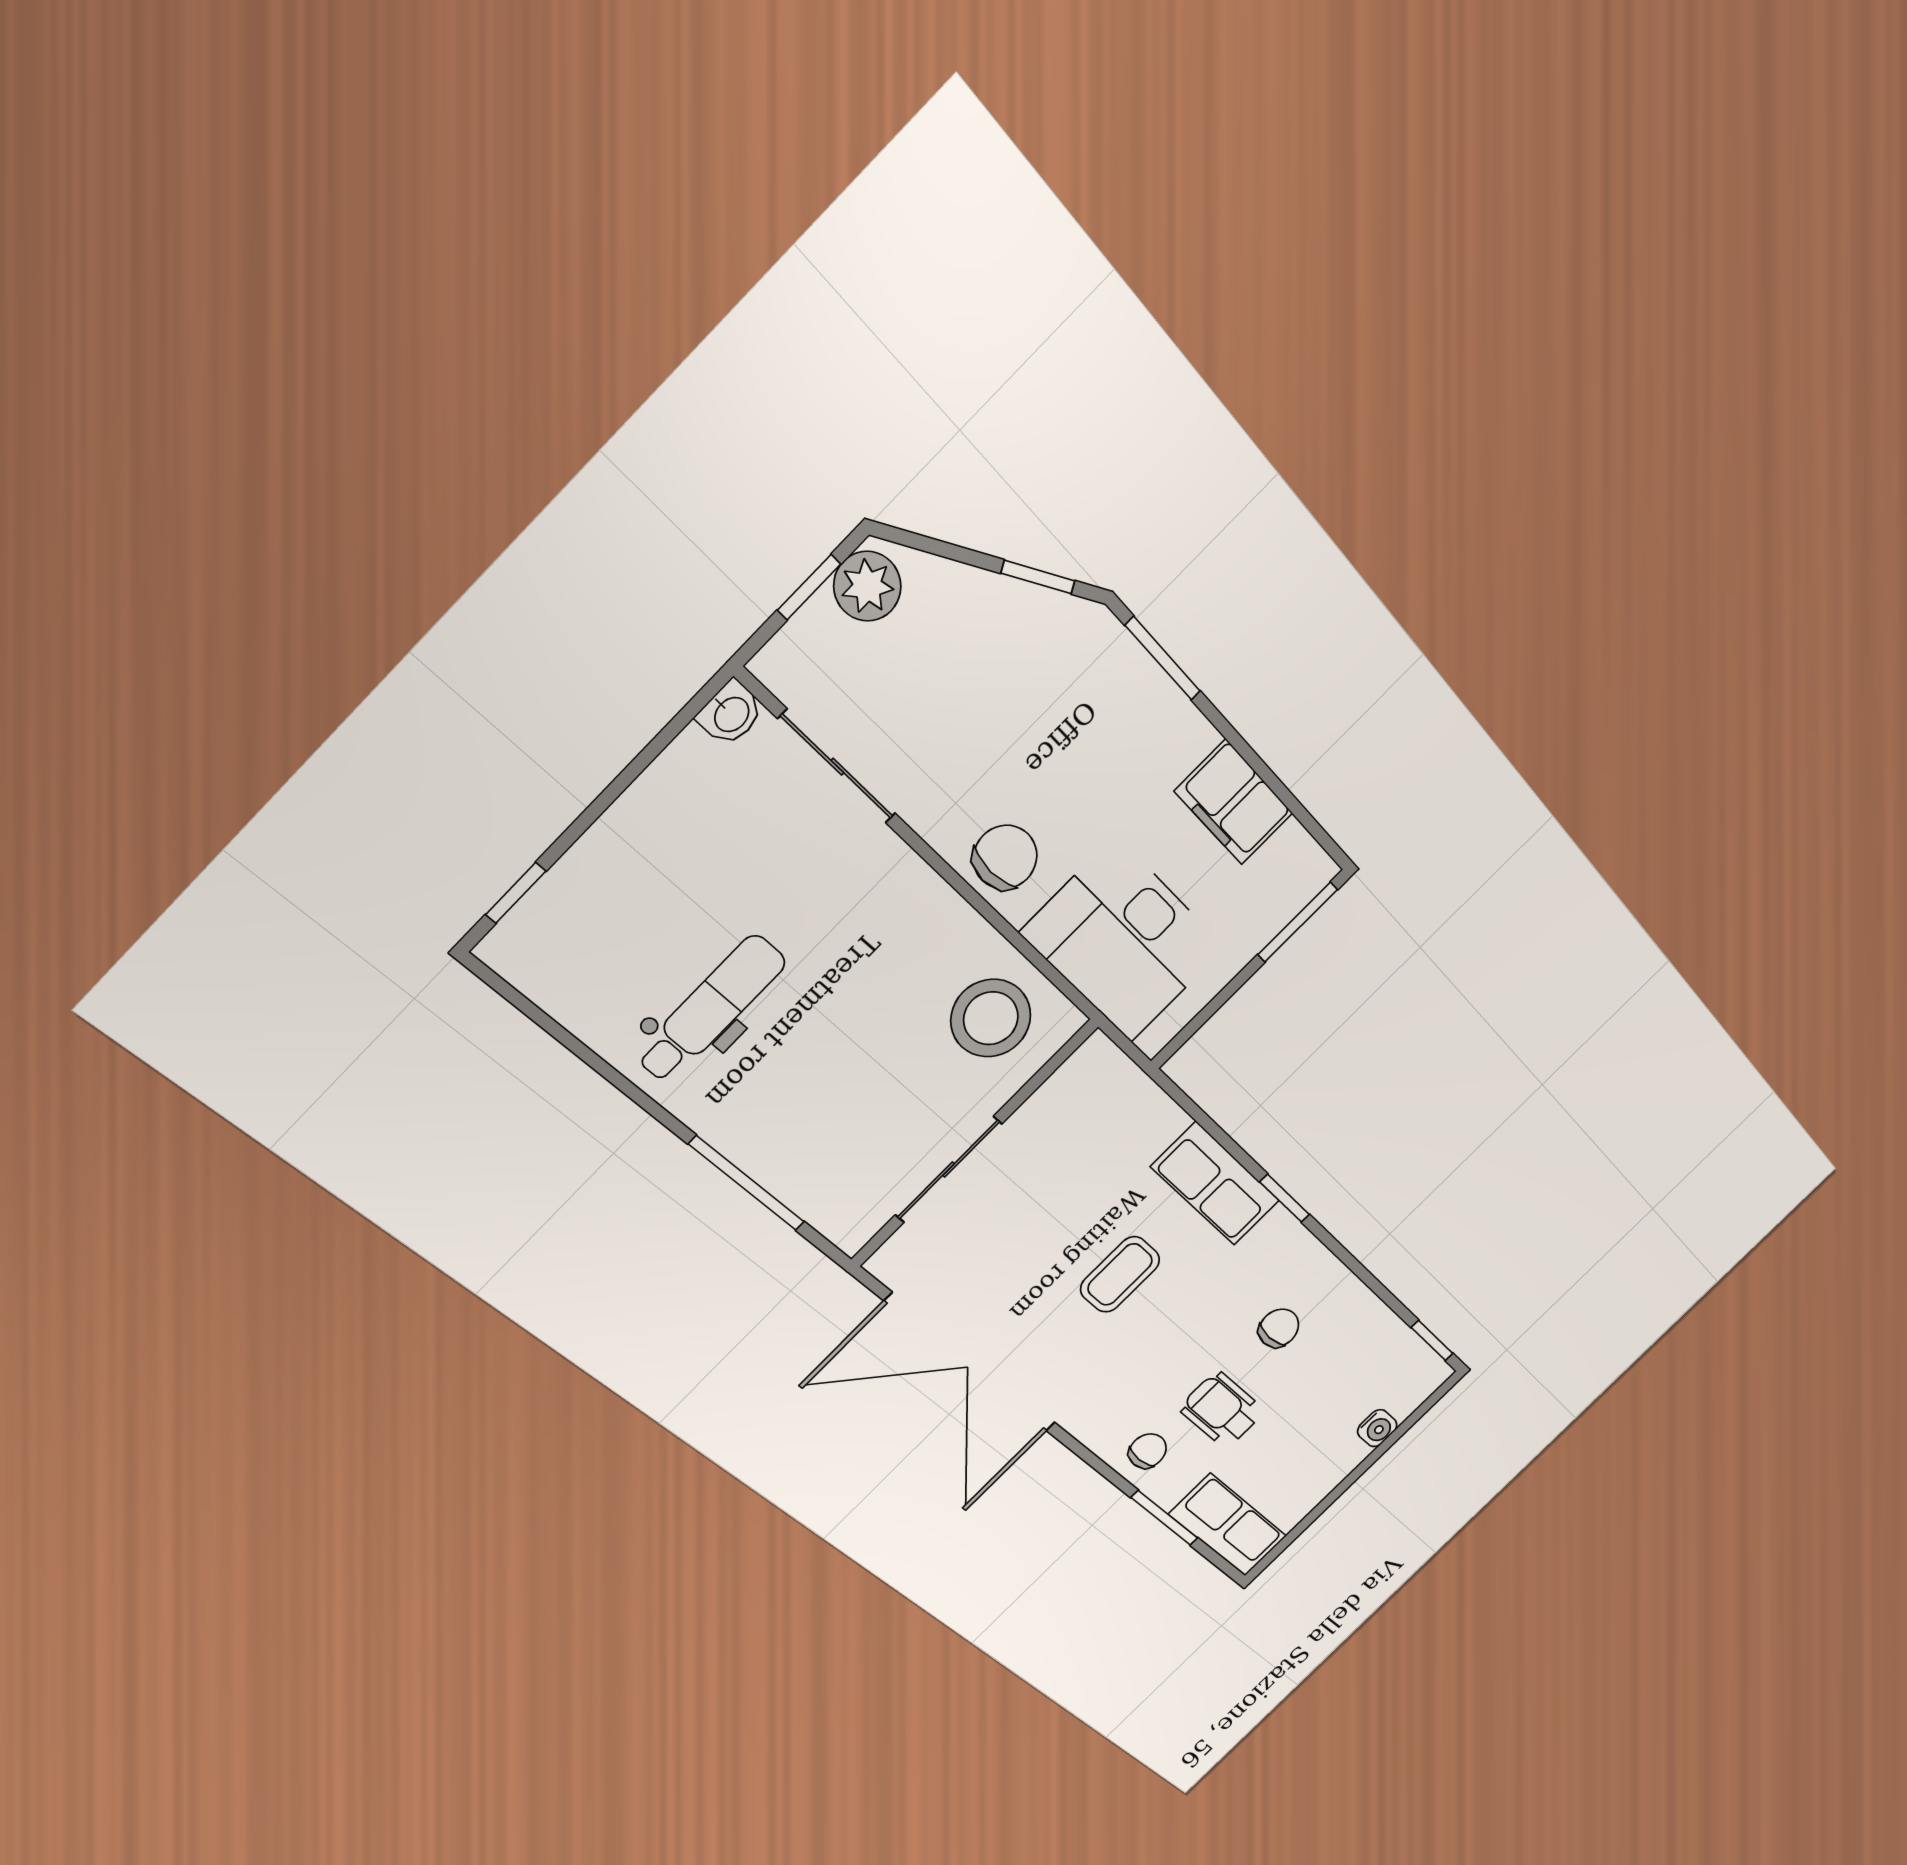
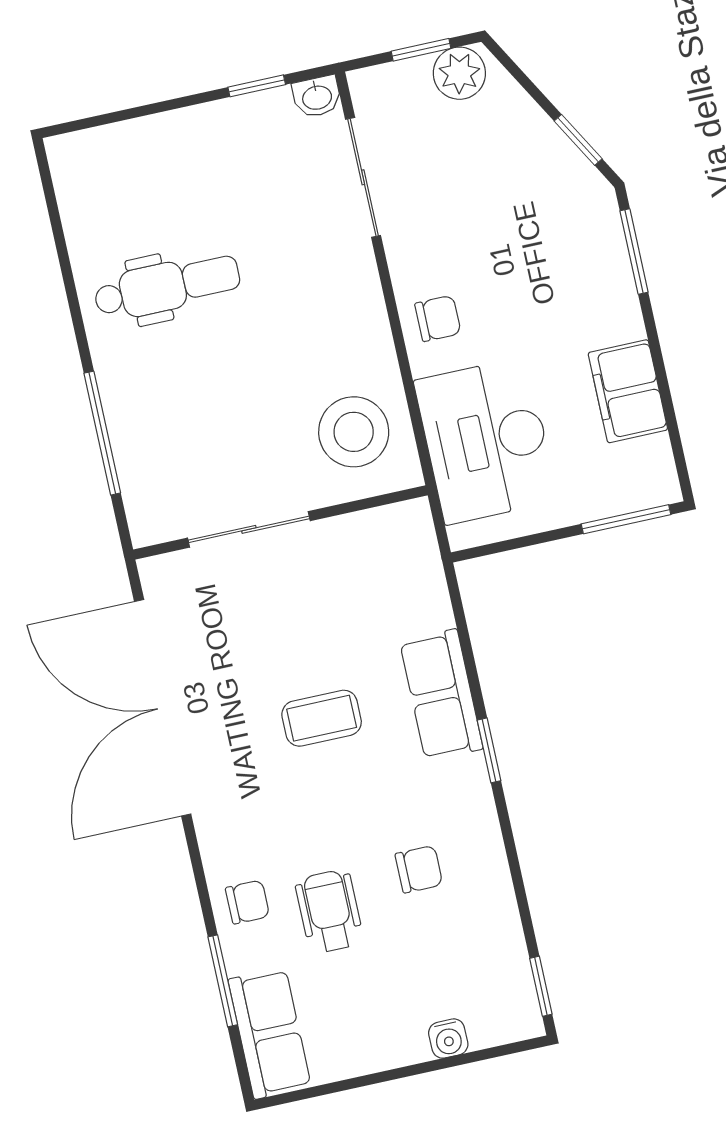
chair: (1005, 857) -> (438, 318), width x0.73, depth x0.73
window: (516, 893) -> (257, 86), moved

